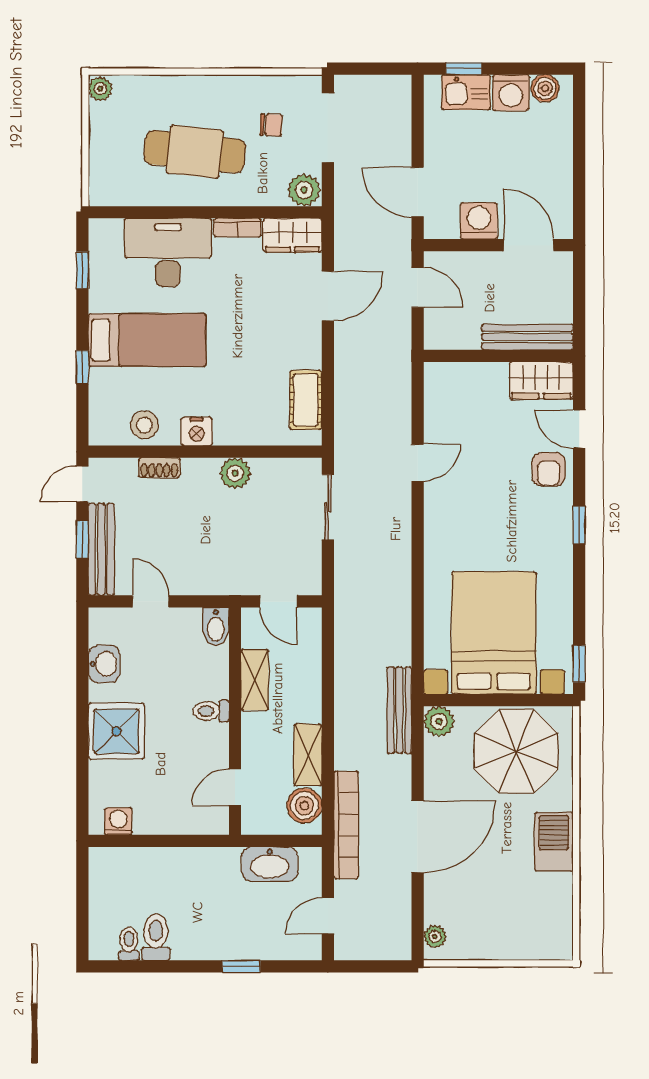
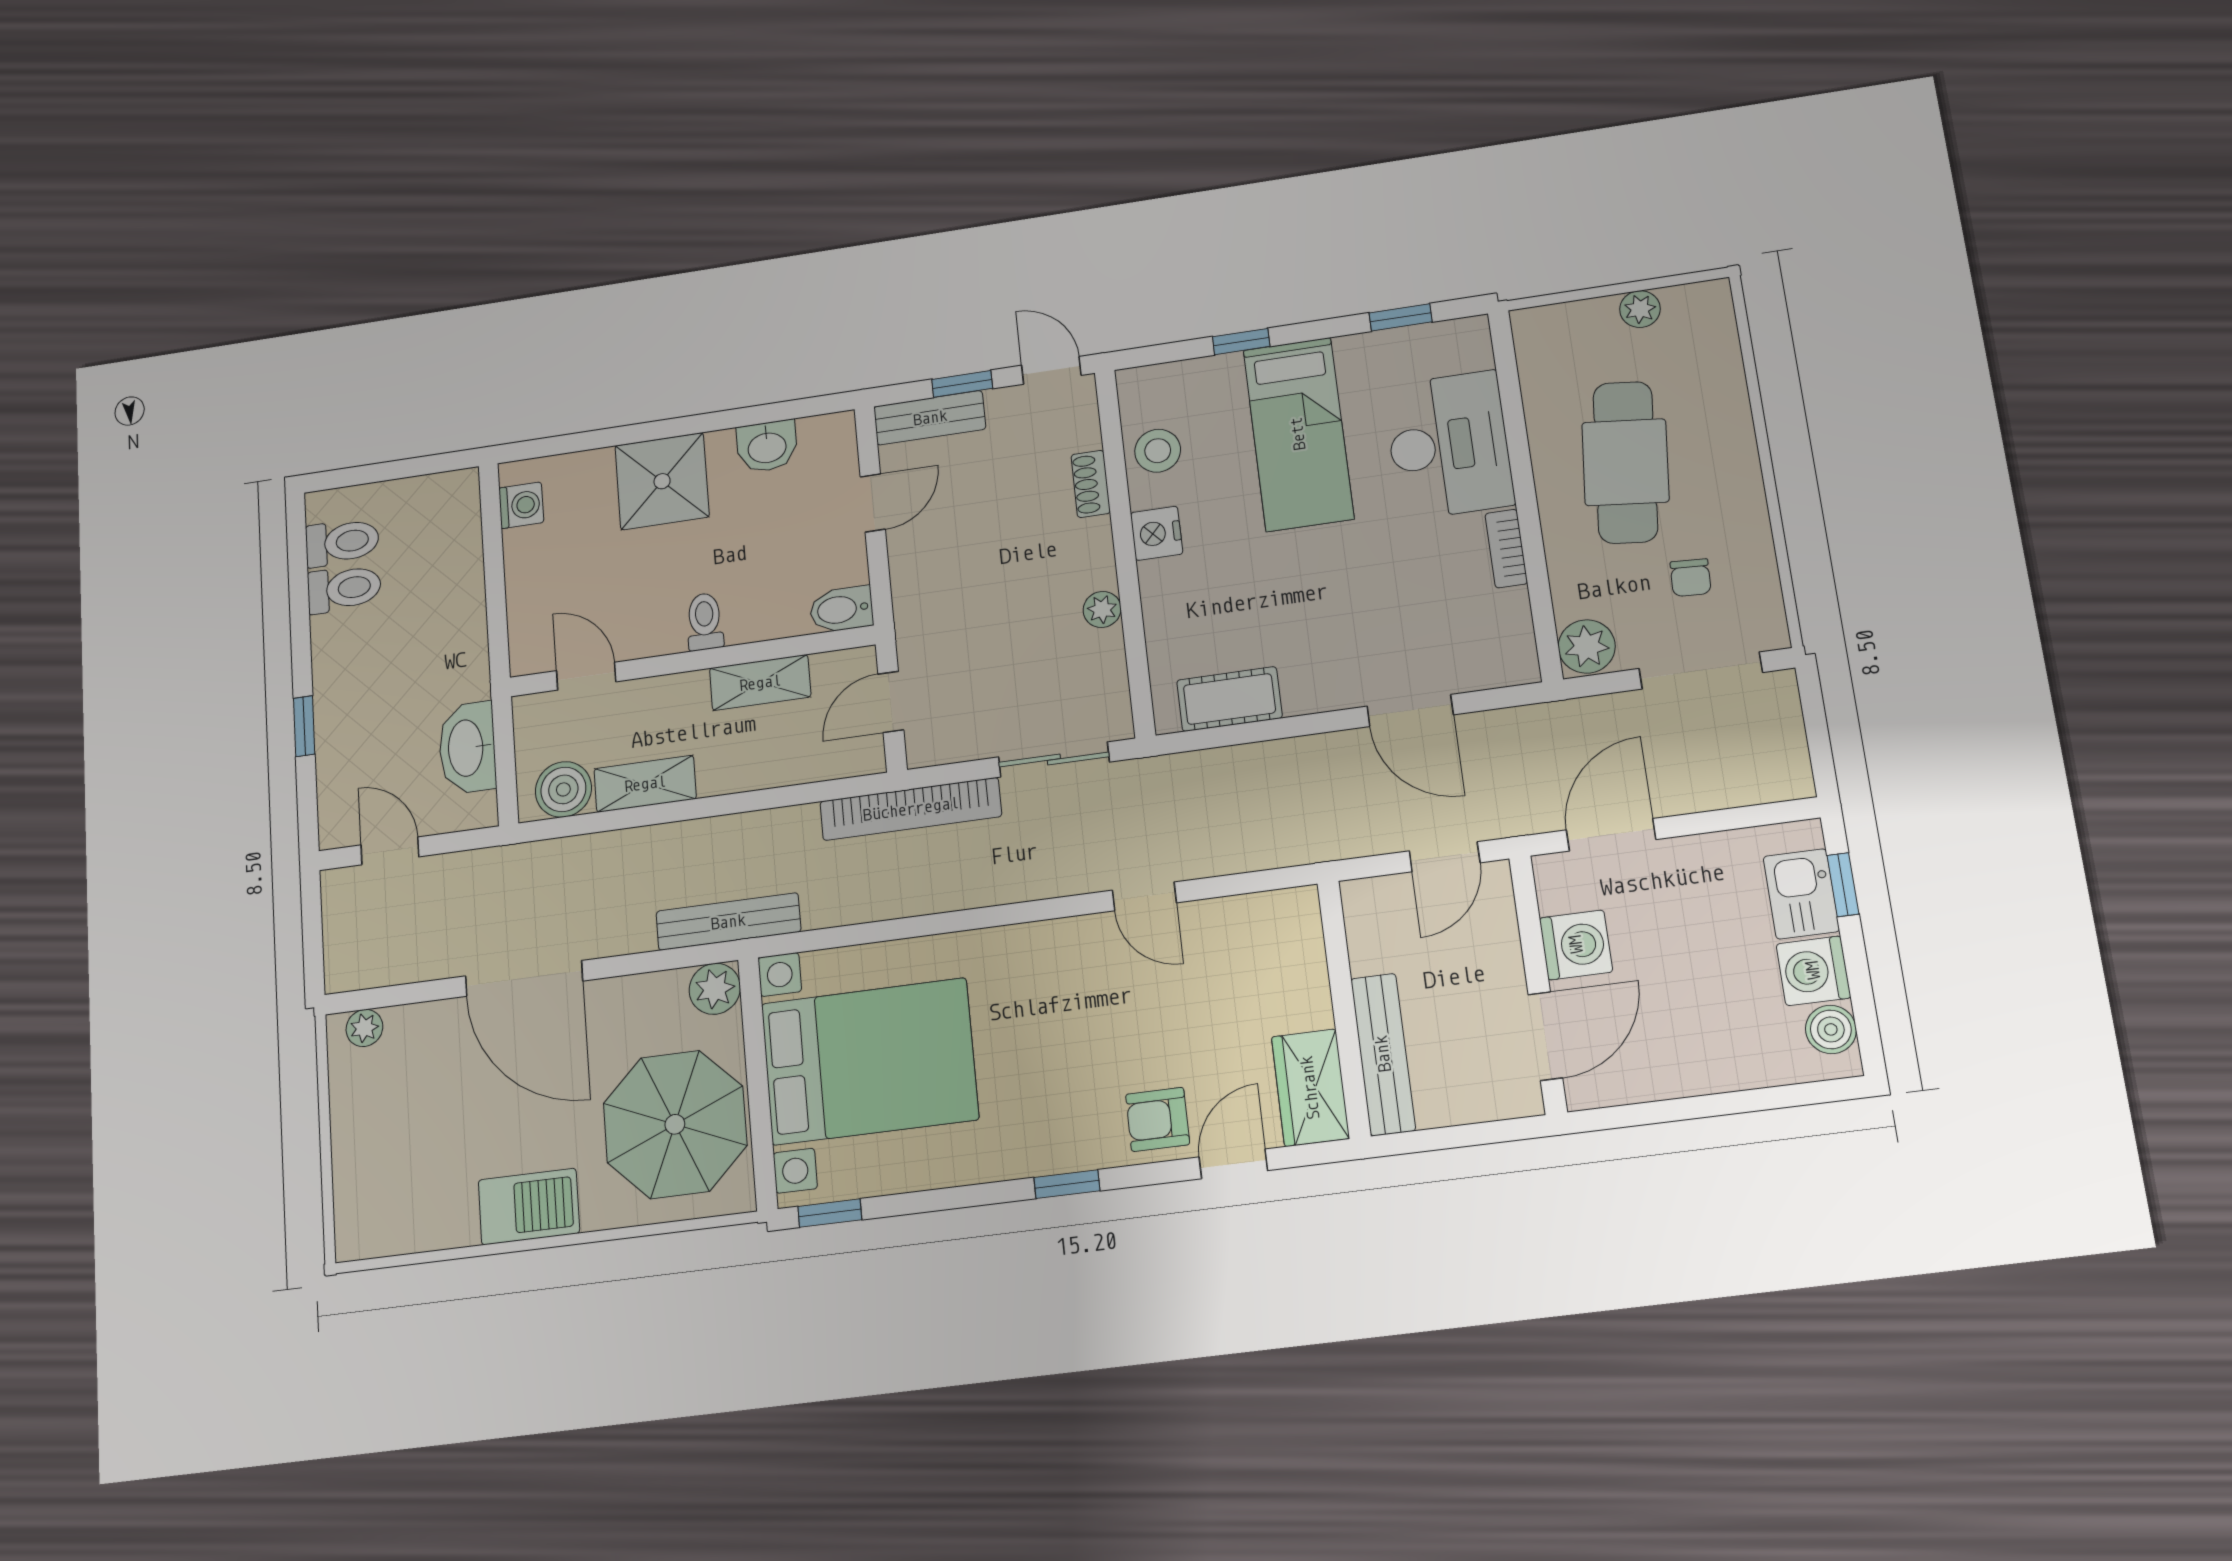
plant: (100, 89) -> (1640, 309), moved
wardrobe: (293, 235) -> (1506, 639), removed
plant: (235, 473) -> (1102, 609), width x0.73, depth x0.73
bench: (101, 549) -> (930, 418), width x0.73
bookcase: (346, 825) -> (911, 809), moved
toilet: (129, 944) -> (342, 542), width x1.37, depth x1.39

